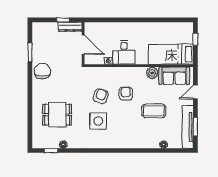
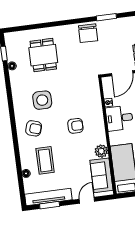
chair: (42, 71) -> (88, 33), turned 91
door: (195, 92) -> (87, 200), hinge flipped
armchair: (101, 96) -> (34, 128), moved
coffee table: (154, 111) -> (45, 160), moved

